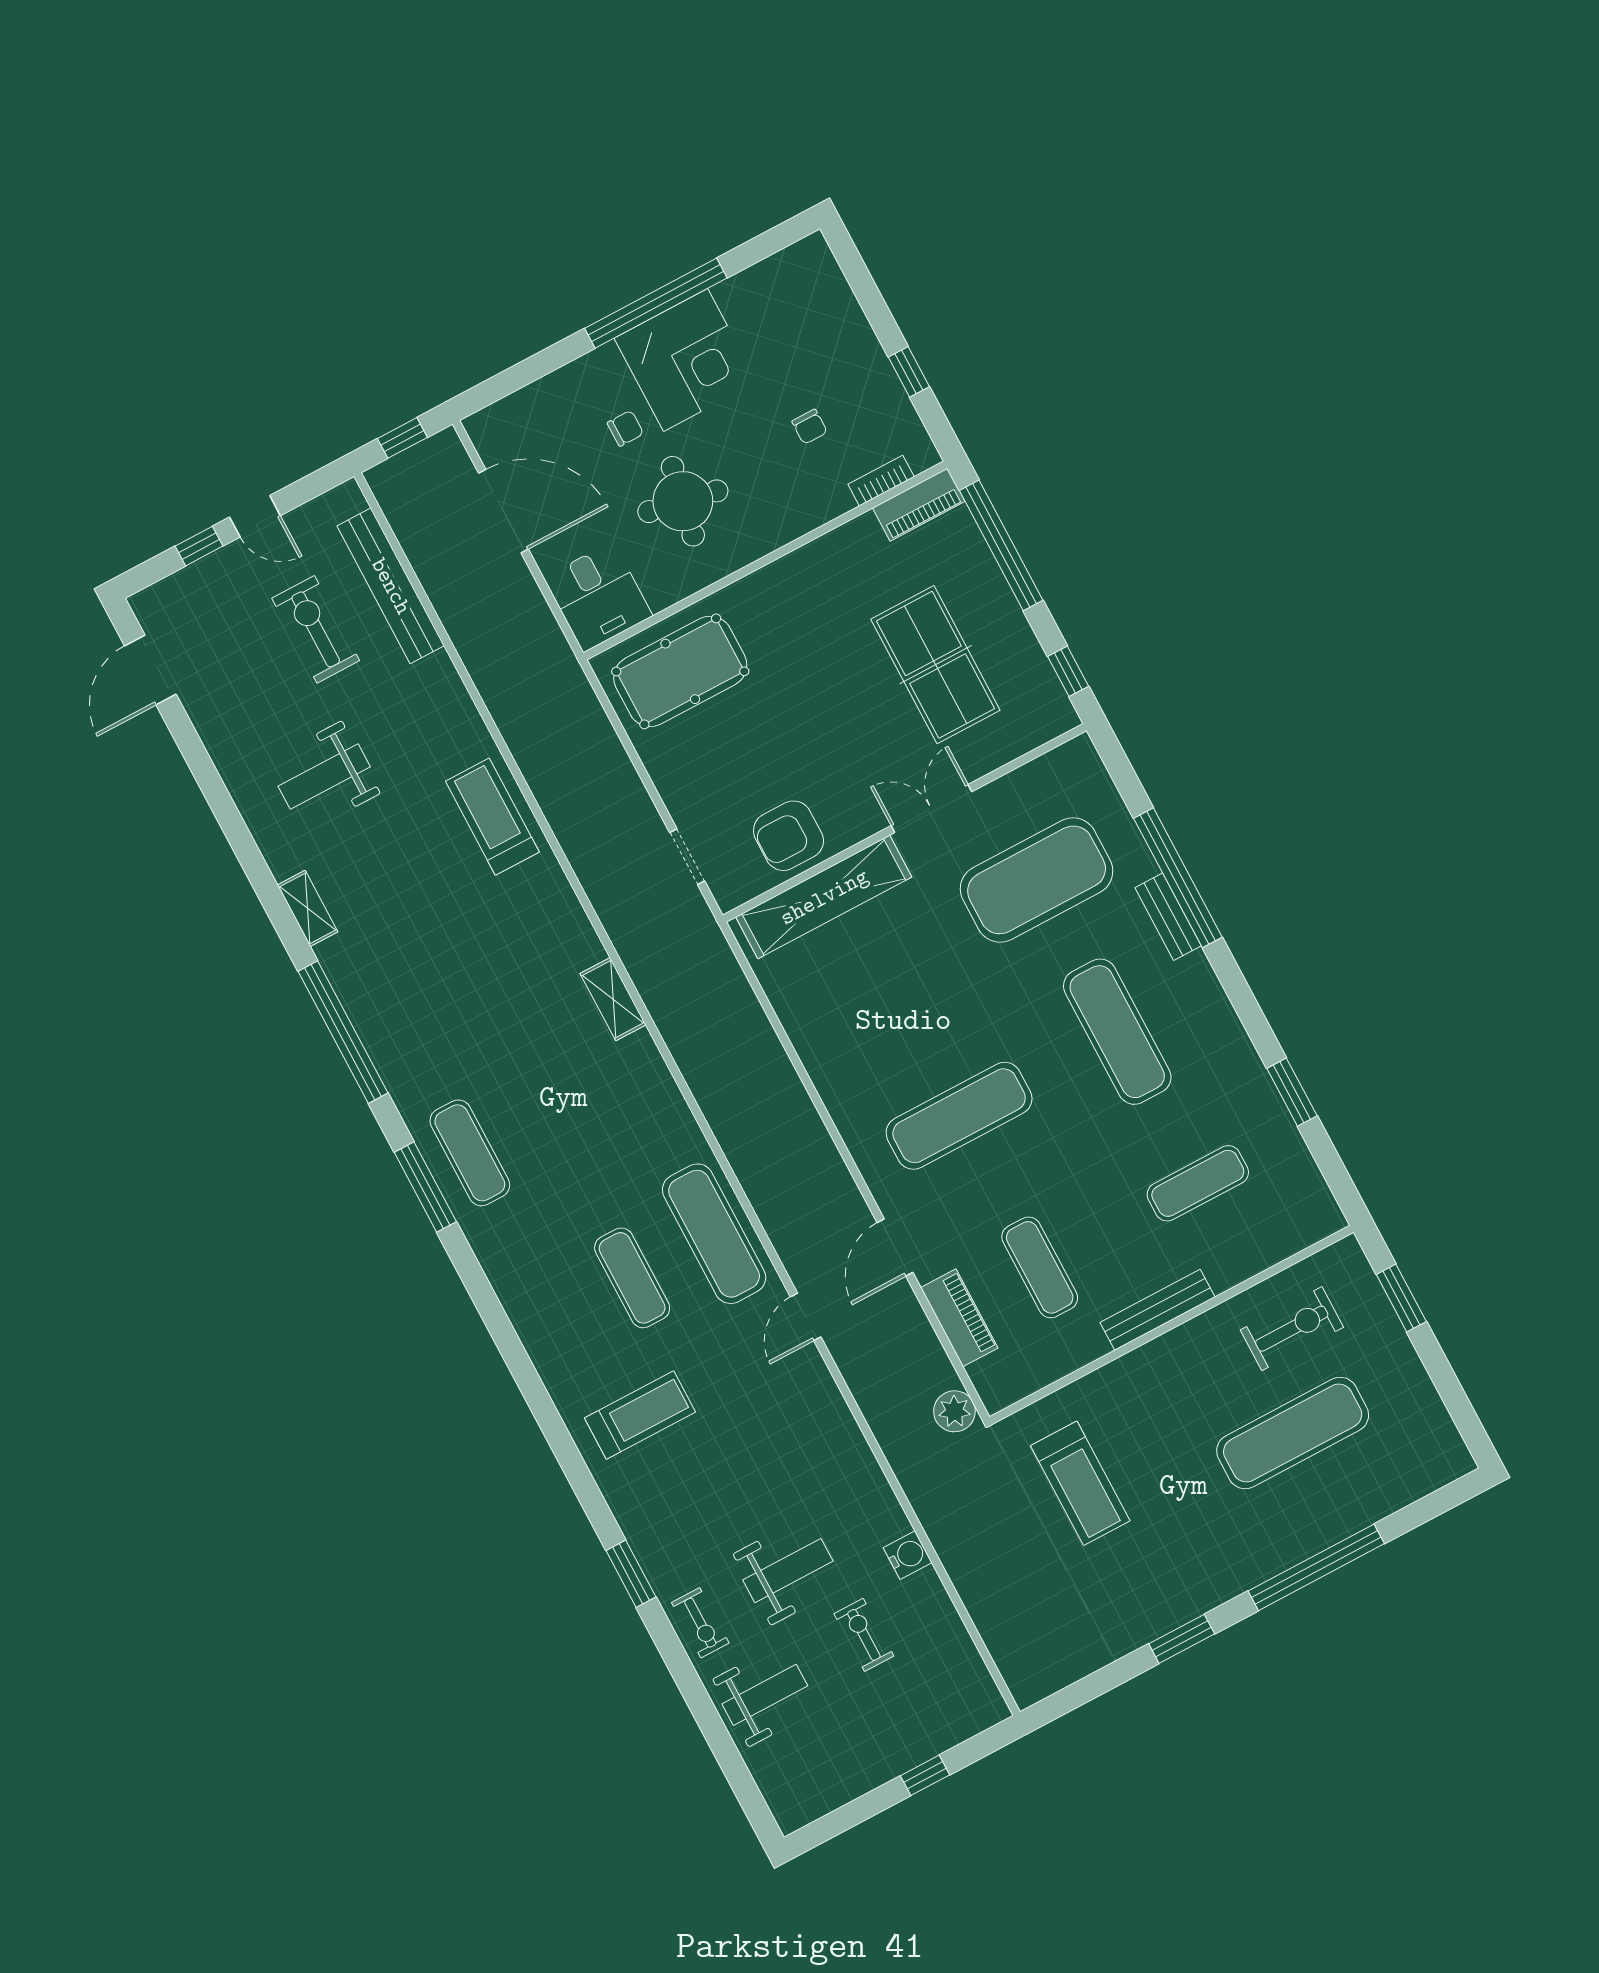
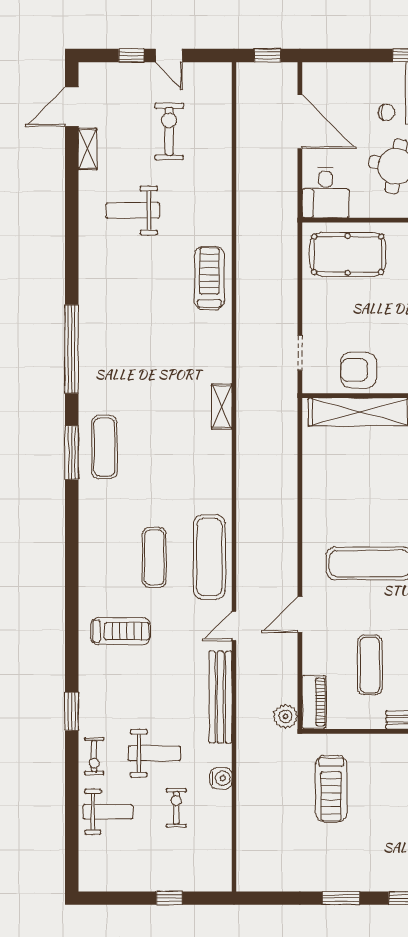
bench: (391, 586) -> (220, 697), moved
shelving: (308, 908) -> (88, 149), moved
piano: (959, 1318) -> (314, 702), moved

